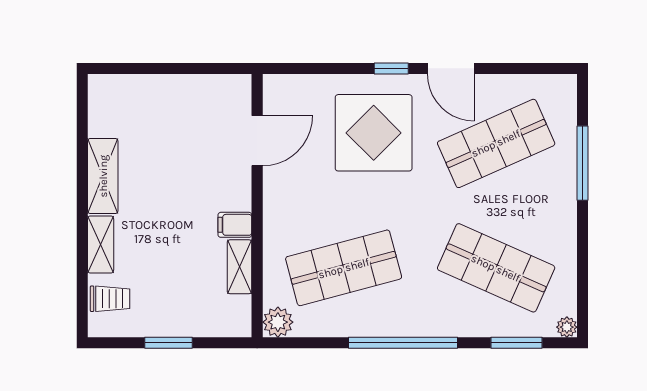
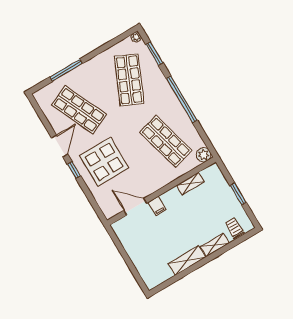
filing cabinet: (235, 225) -> (157, 206), moved

